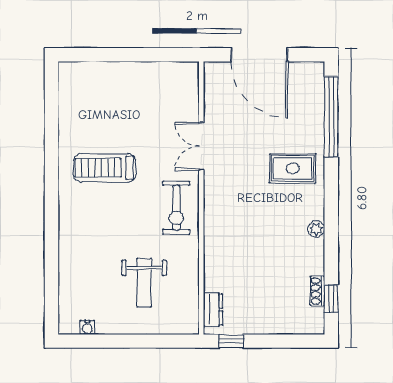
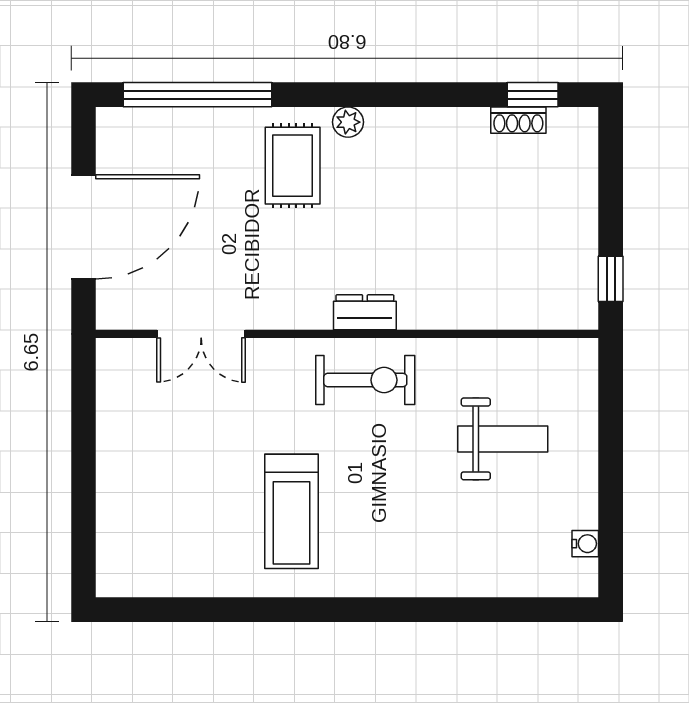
double door: (201, 146) -> (201, 334), moved
plant: (316, 229) -> (348, 122), moved
dresser: (213, 310) -> (365, 312), moved

